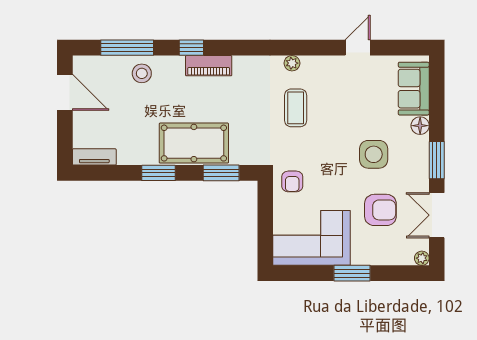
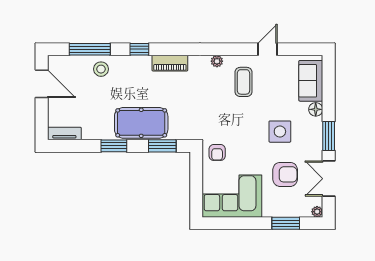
piano: (209, 66) -> (170, 63), moved
coffee table: (296, 108) -> (243, 82), moved
window: (352, 273) -> (286, 223), moved

